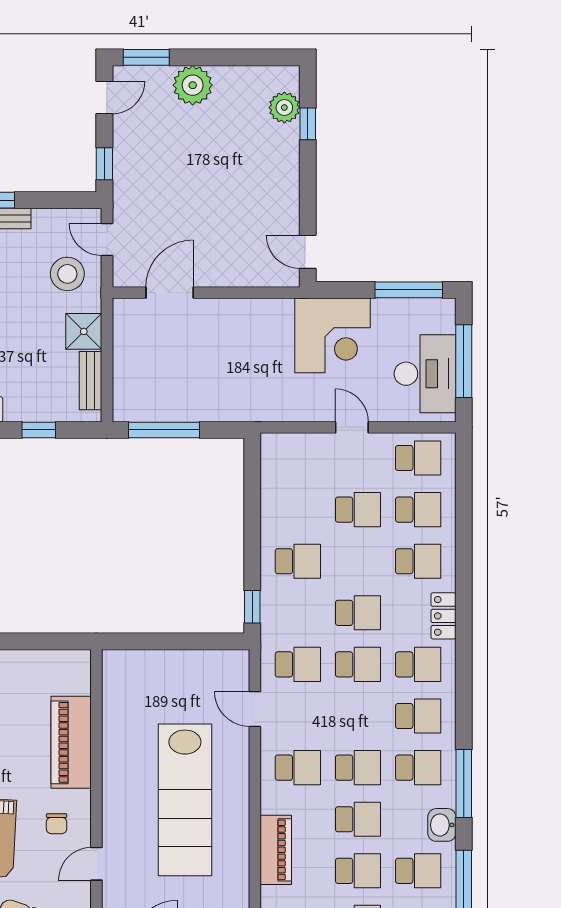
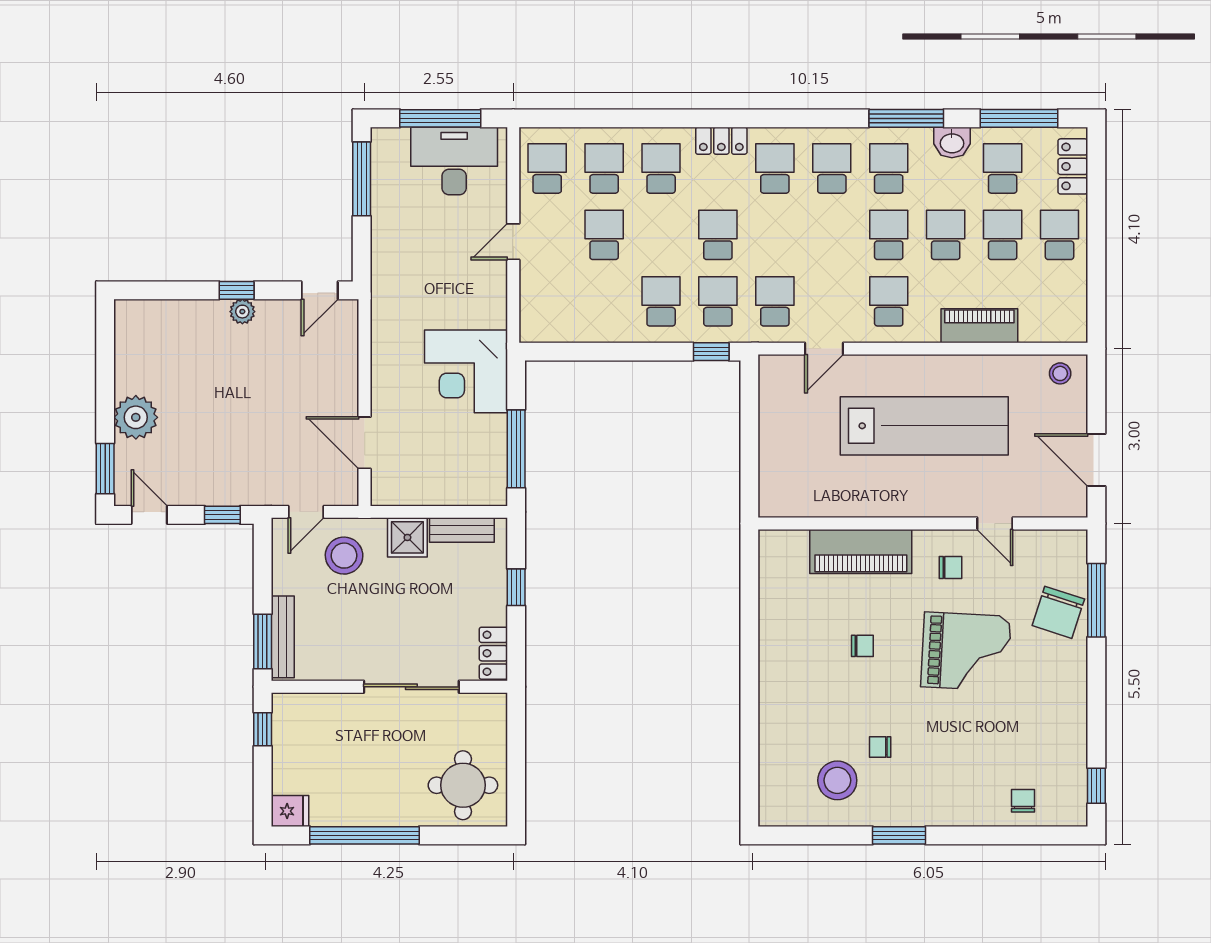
plant: (284, 108) -> (242, 312), moved, width x0.73, depth x0.73
window: (308, 124) -> (237, 290), moved
corner desk: (332, 335) -> (466, 371), moved, turned 180
school desk: (358, 664) -> (718, 301), moved

